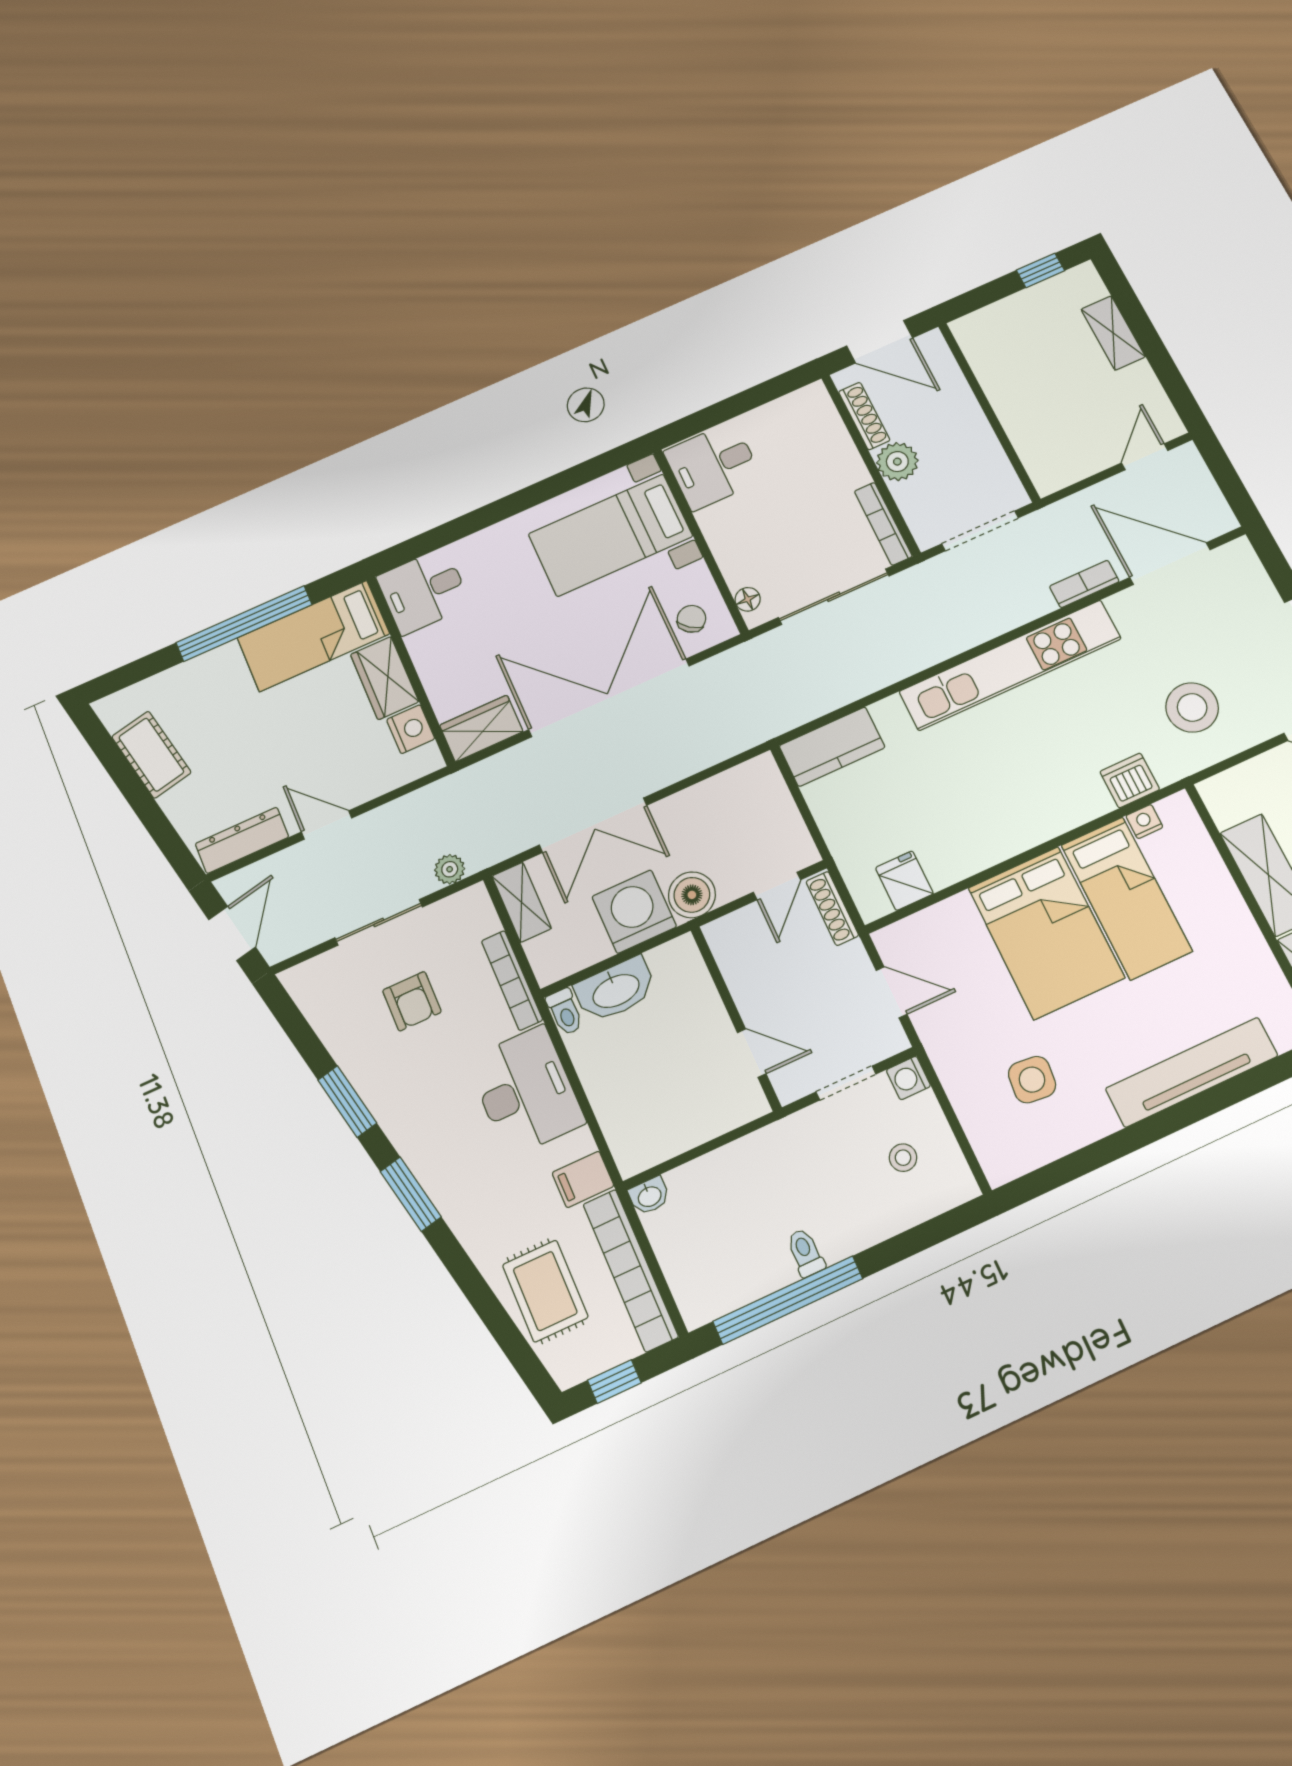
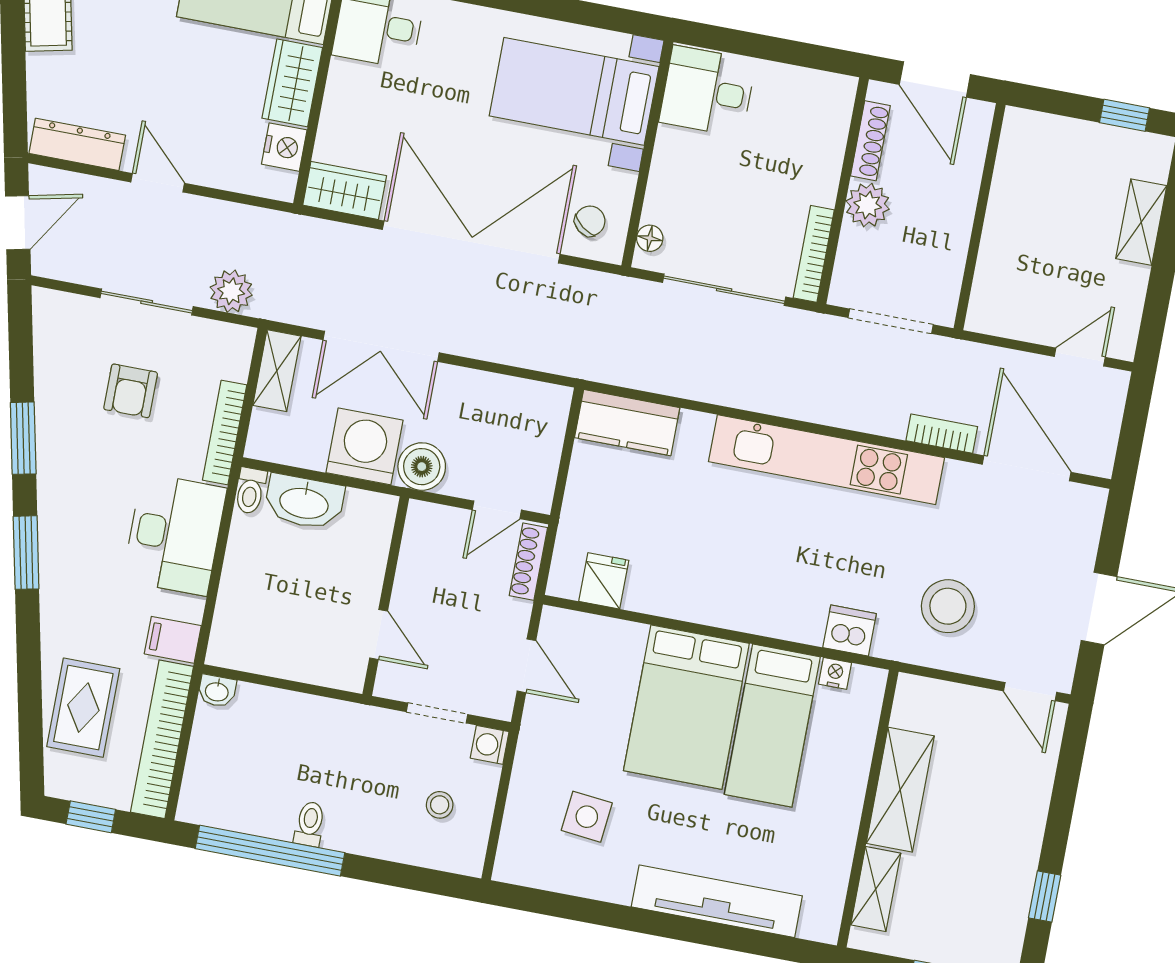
plant: (450, 869) -> (231, 291), width x1.38, depth x1.38

